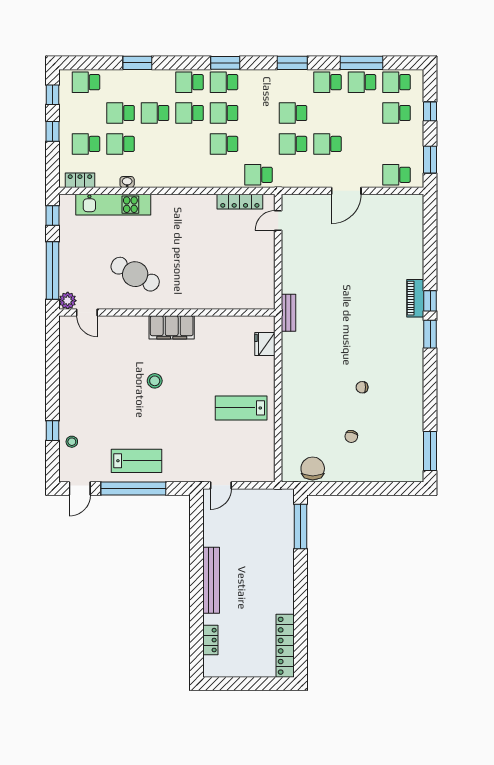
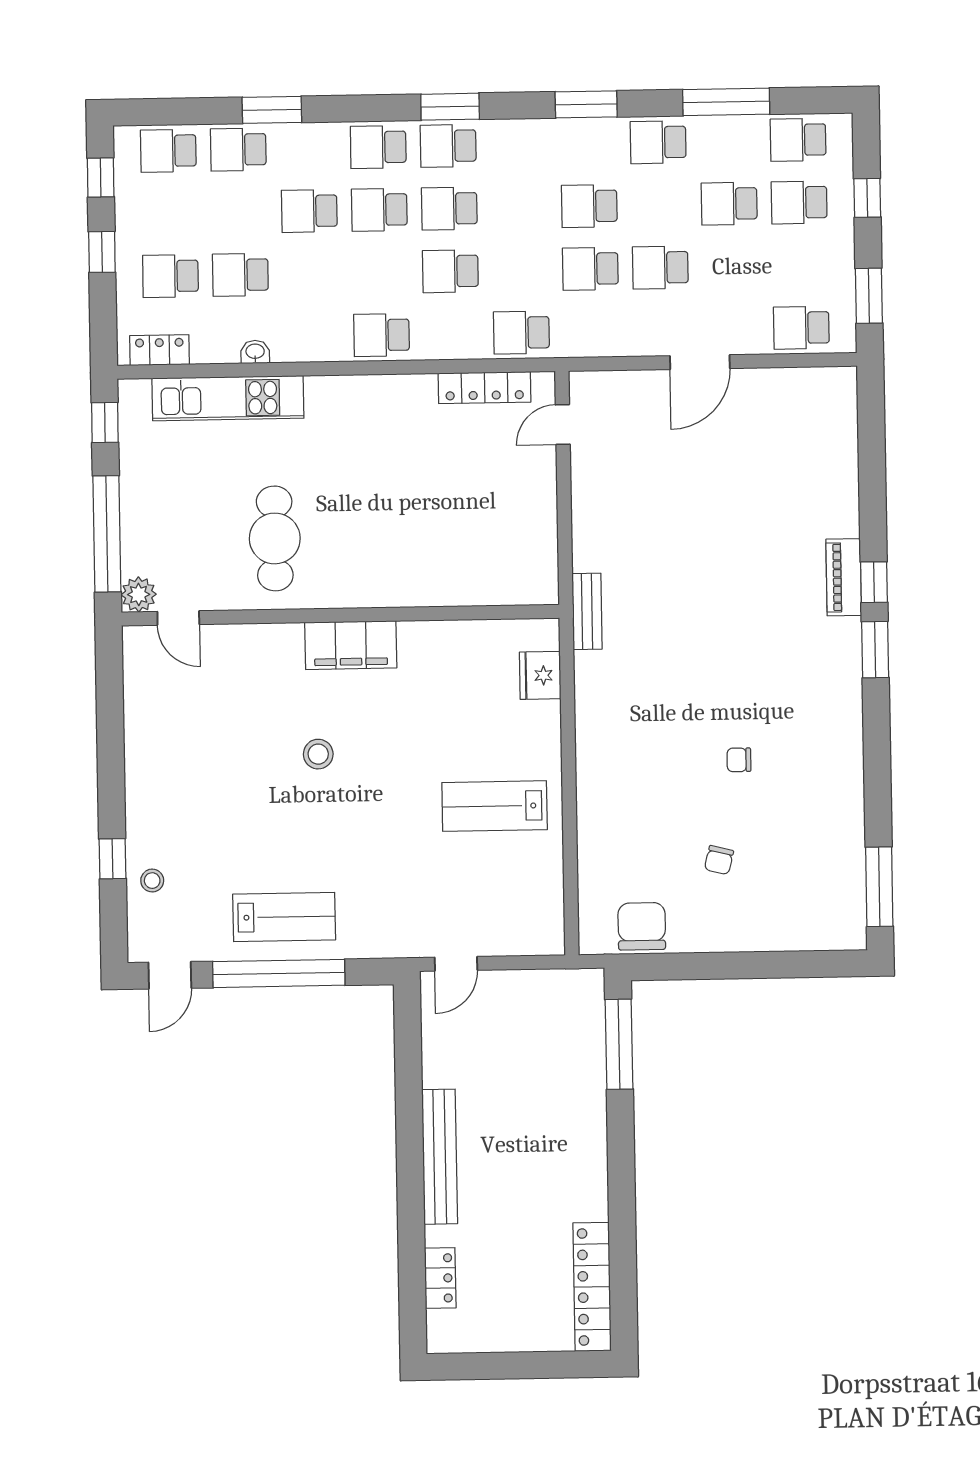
school desk: (362, 82) -> (729, 204), moved
school desk: (121, 113) -> (238, 150), moved
school desk: (190, 175) -> (381, 335), added
cafe table: (135, 274) -> (275, 538), turned 62

